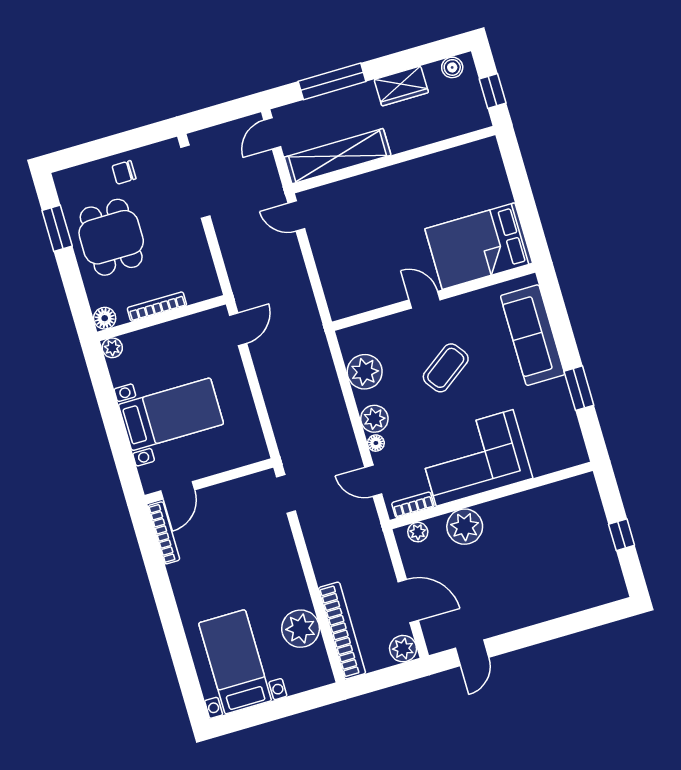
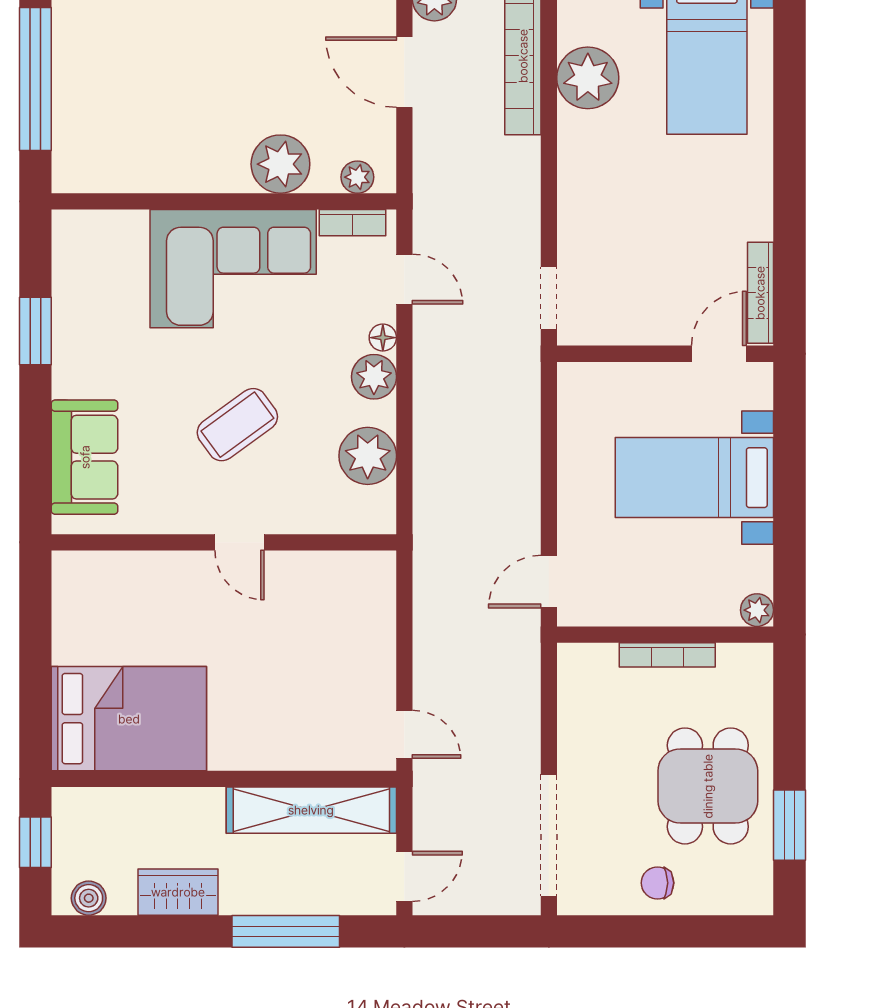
chair: (124, 172) -> (658, 883), turned 180
bed: (479, 246) -> (129, 719), moved
floor lamp: (105, 318) -> (755, 661), removed
sofa: (533, 335) -> (85, 457), width x0.73
window: (622, 535) -> (35, 79), width x3.17

